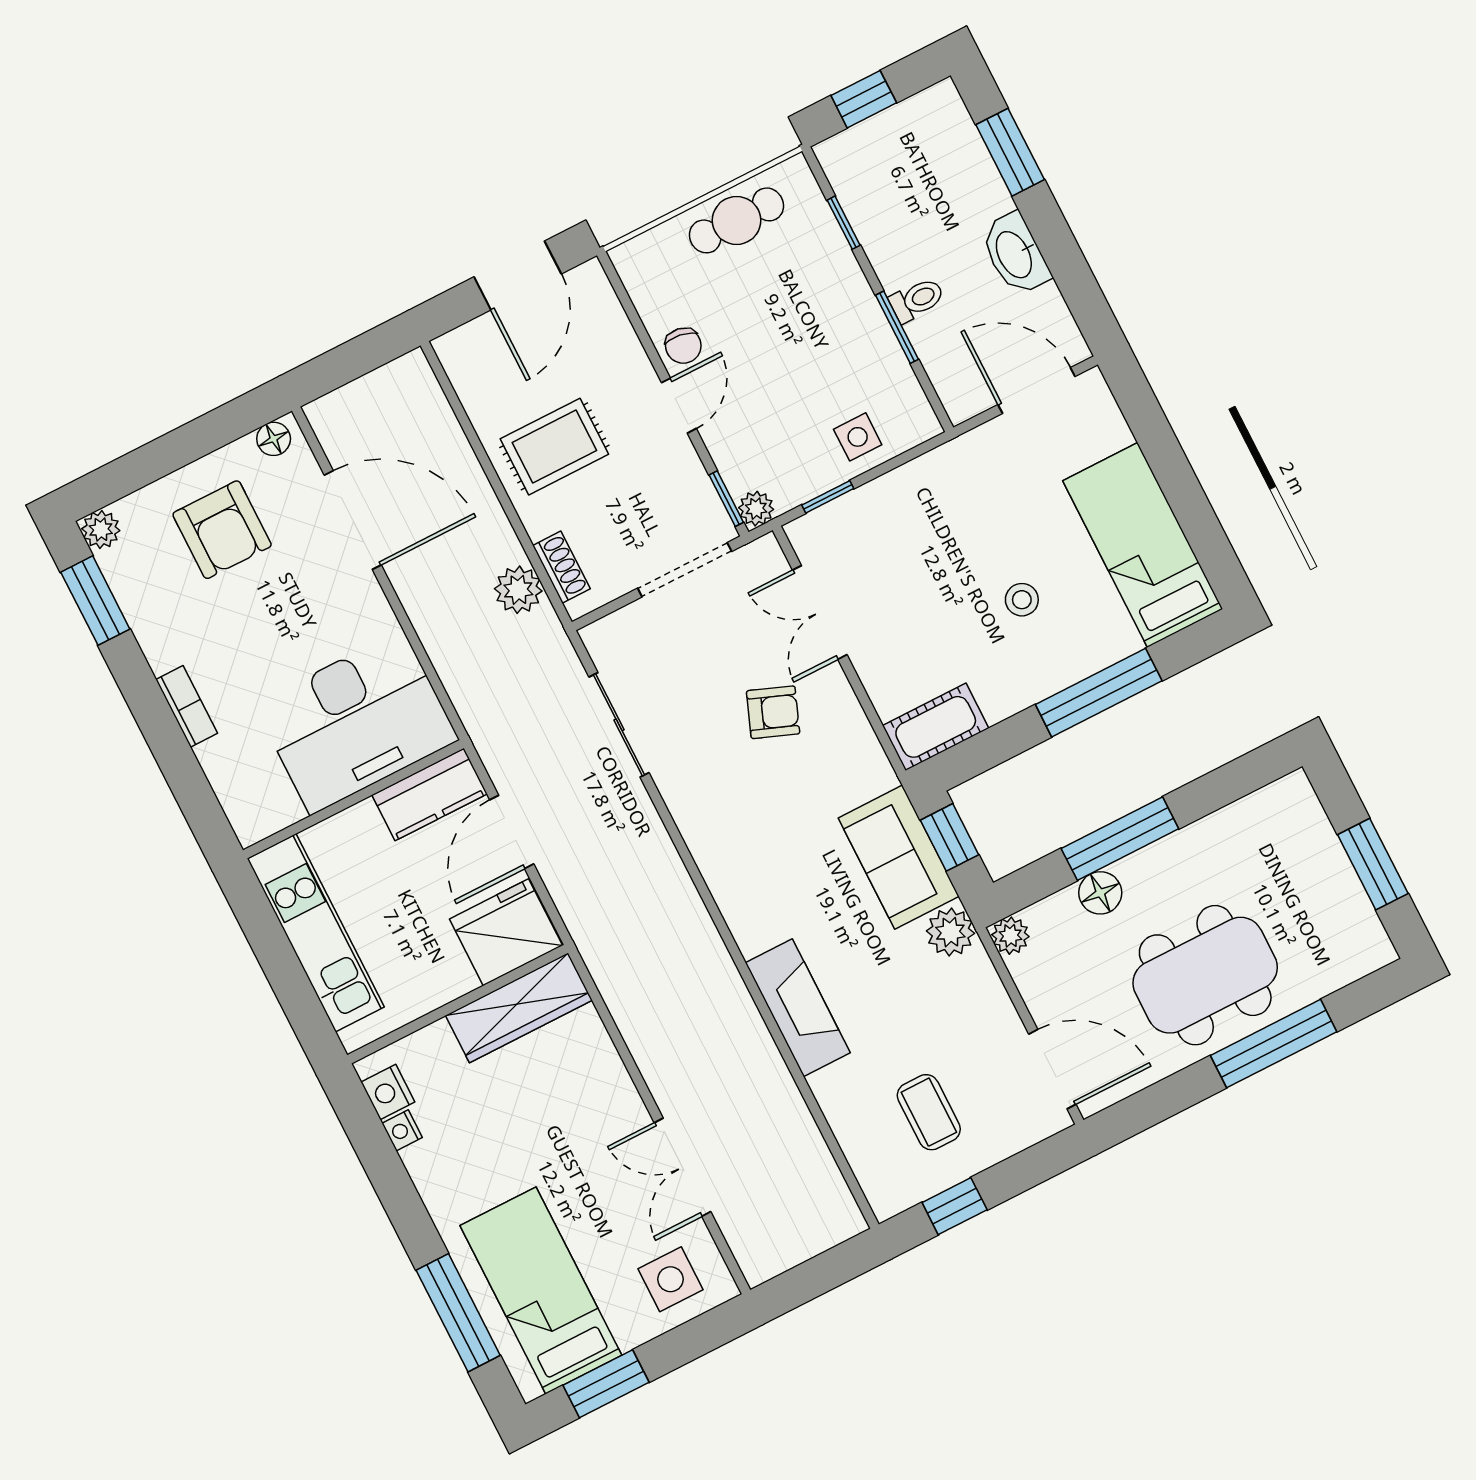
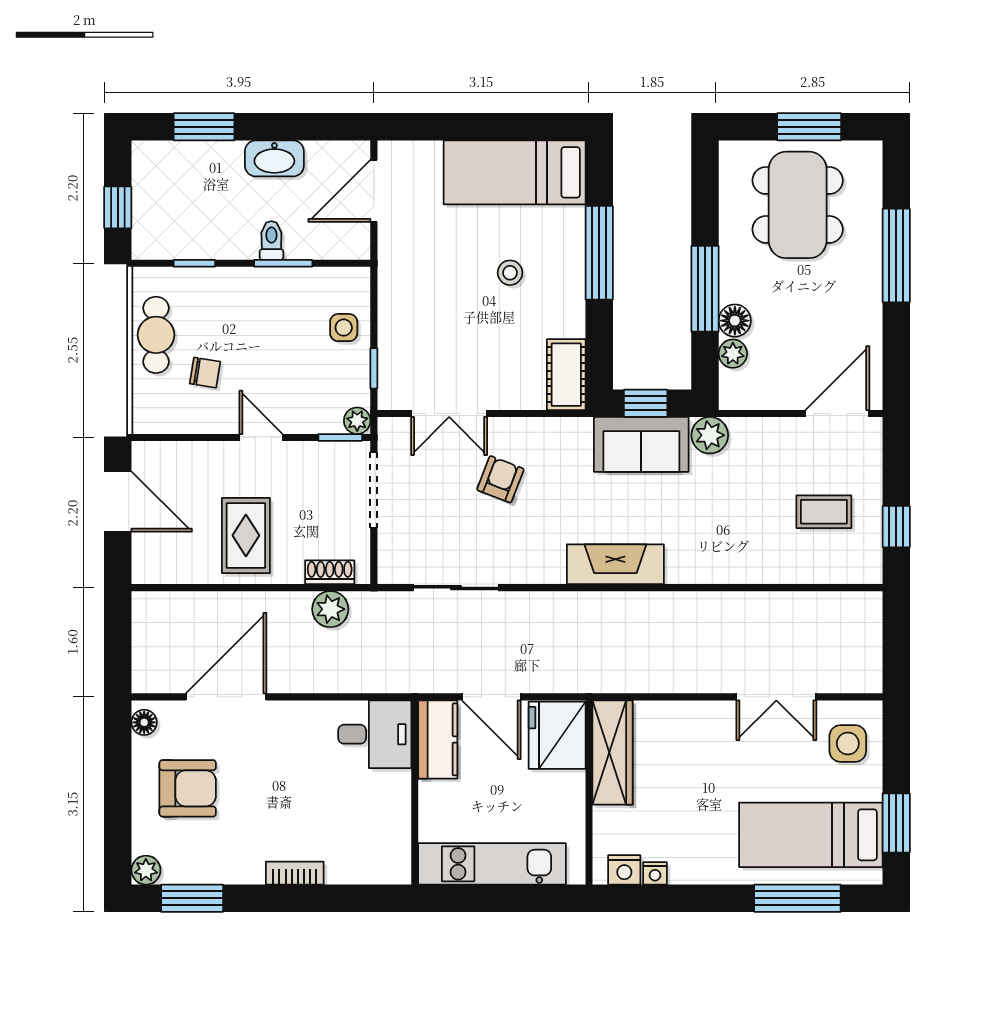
chair: (683, 346) -> (205, 373), moved
desk: (356, 722) -> (375, 734), width x0.53, depth x0.77
plant: (1010, 936) -> (733, 354), moved
dining table: (1205, 975) -> (798, 205), moved
fireplace: (798, 1008) -> (615, 564), moved

